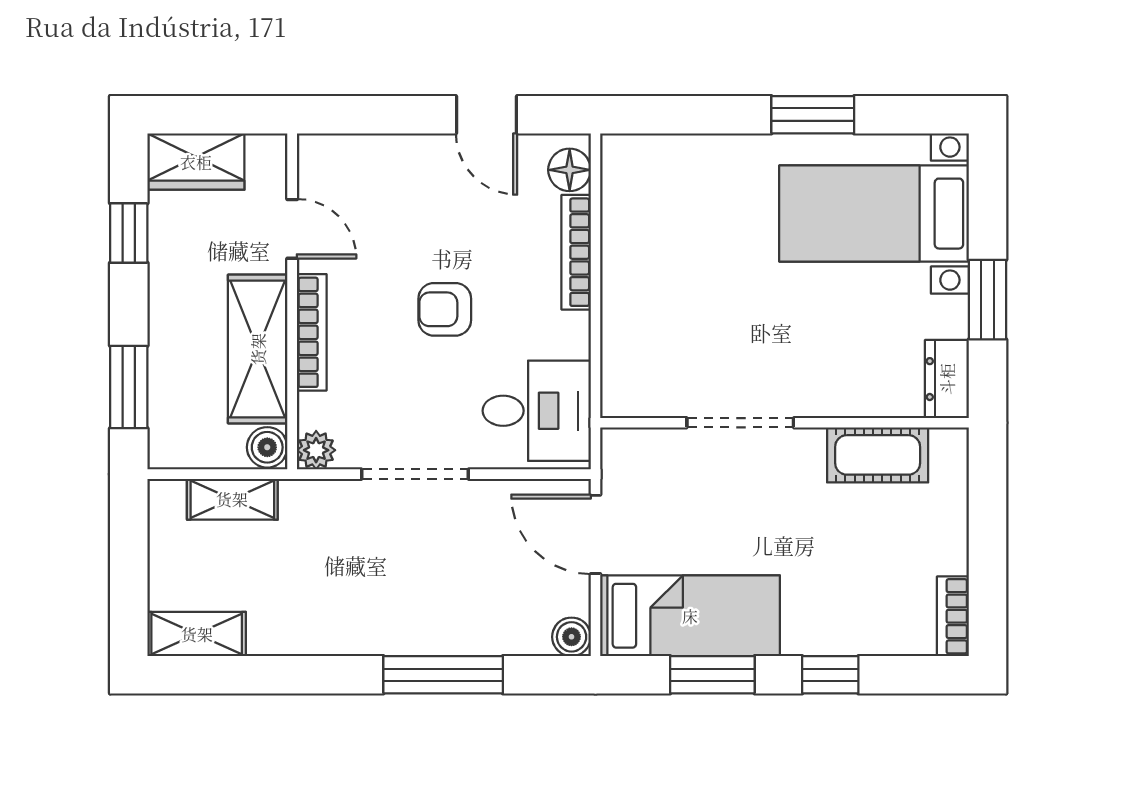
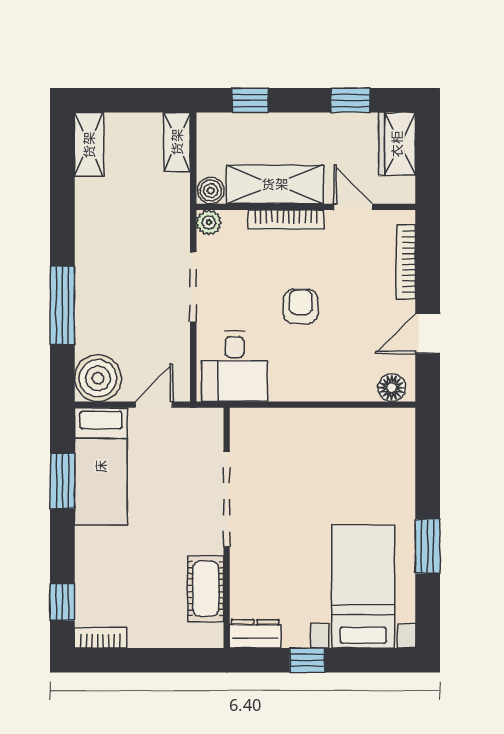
door: (292, 229) -> (353, 207), swing flipped
bookcase: (576, 252) -> (406, 262), moved, turned -90
window: (988, 300) -> (307, 660), width x0.67
window: (129, 387) -> (250, 100), width x0.67
doorway: (740, 423) -> (227, 499), width x1.36
shelving: (232, 499) -> (177, 142), moved
door: (595, 534) -> (154, 405), width x0.73
boiler: (572, 637) -> (98, 378), width x1.86, depth x1.86
window: (830, 675) -> (62, 602), moved

